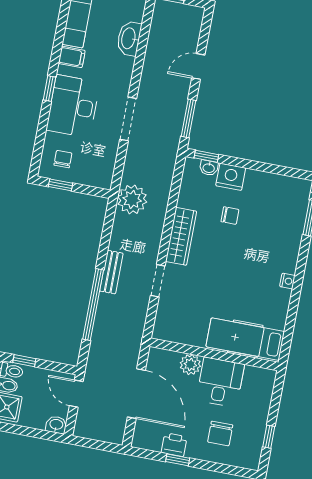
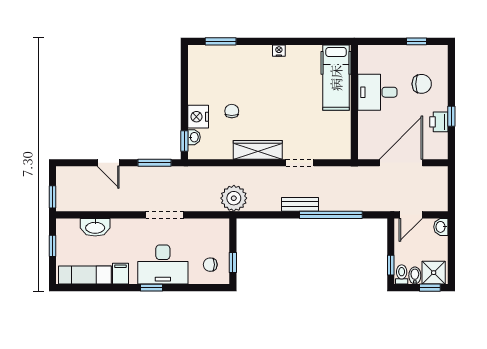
plant: (190, 365) -> (367, 121), removed

